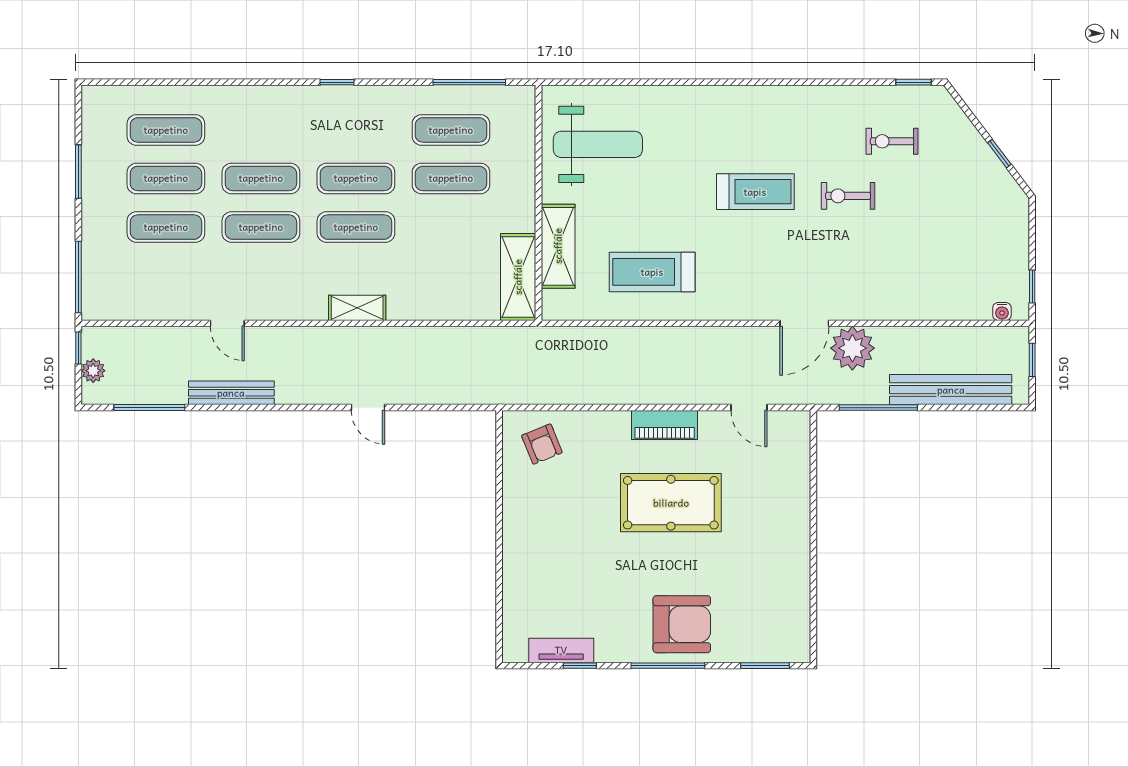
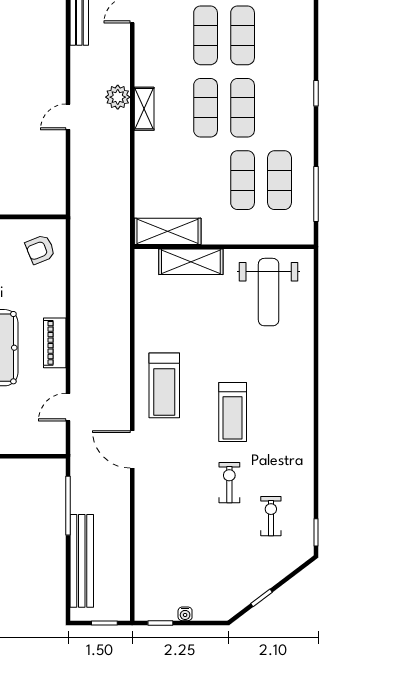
treadmill: (652, 272) -> (164, 385), moved, turned 180
water cooler: (1002, 311) -> (185, 614), moved, turned -90
plant: (852, 348) -> (118, 97), moved, width x0.73, depth x0.73

